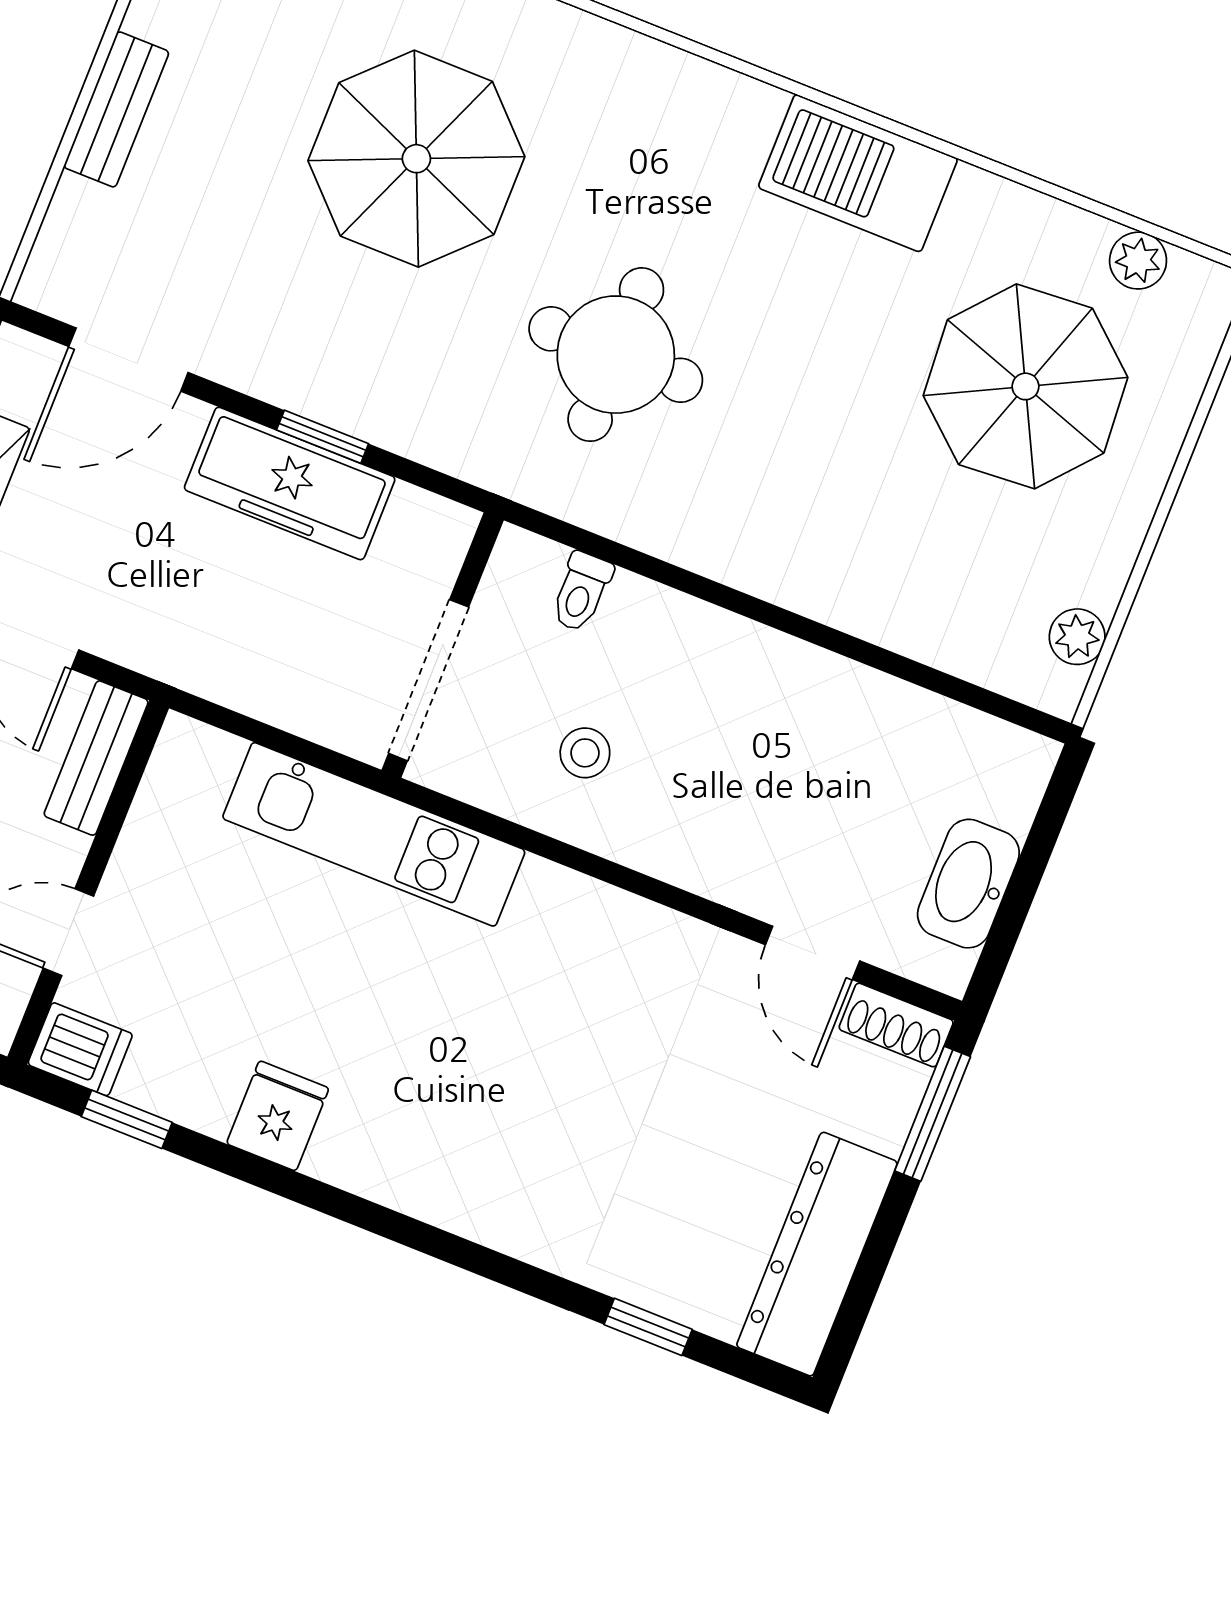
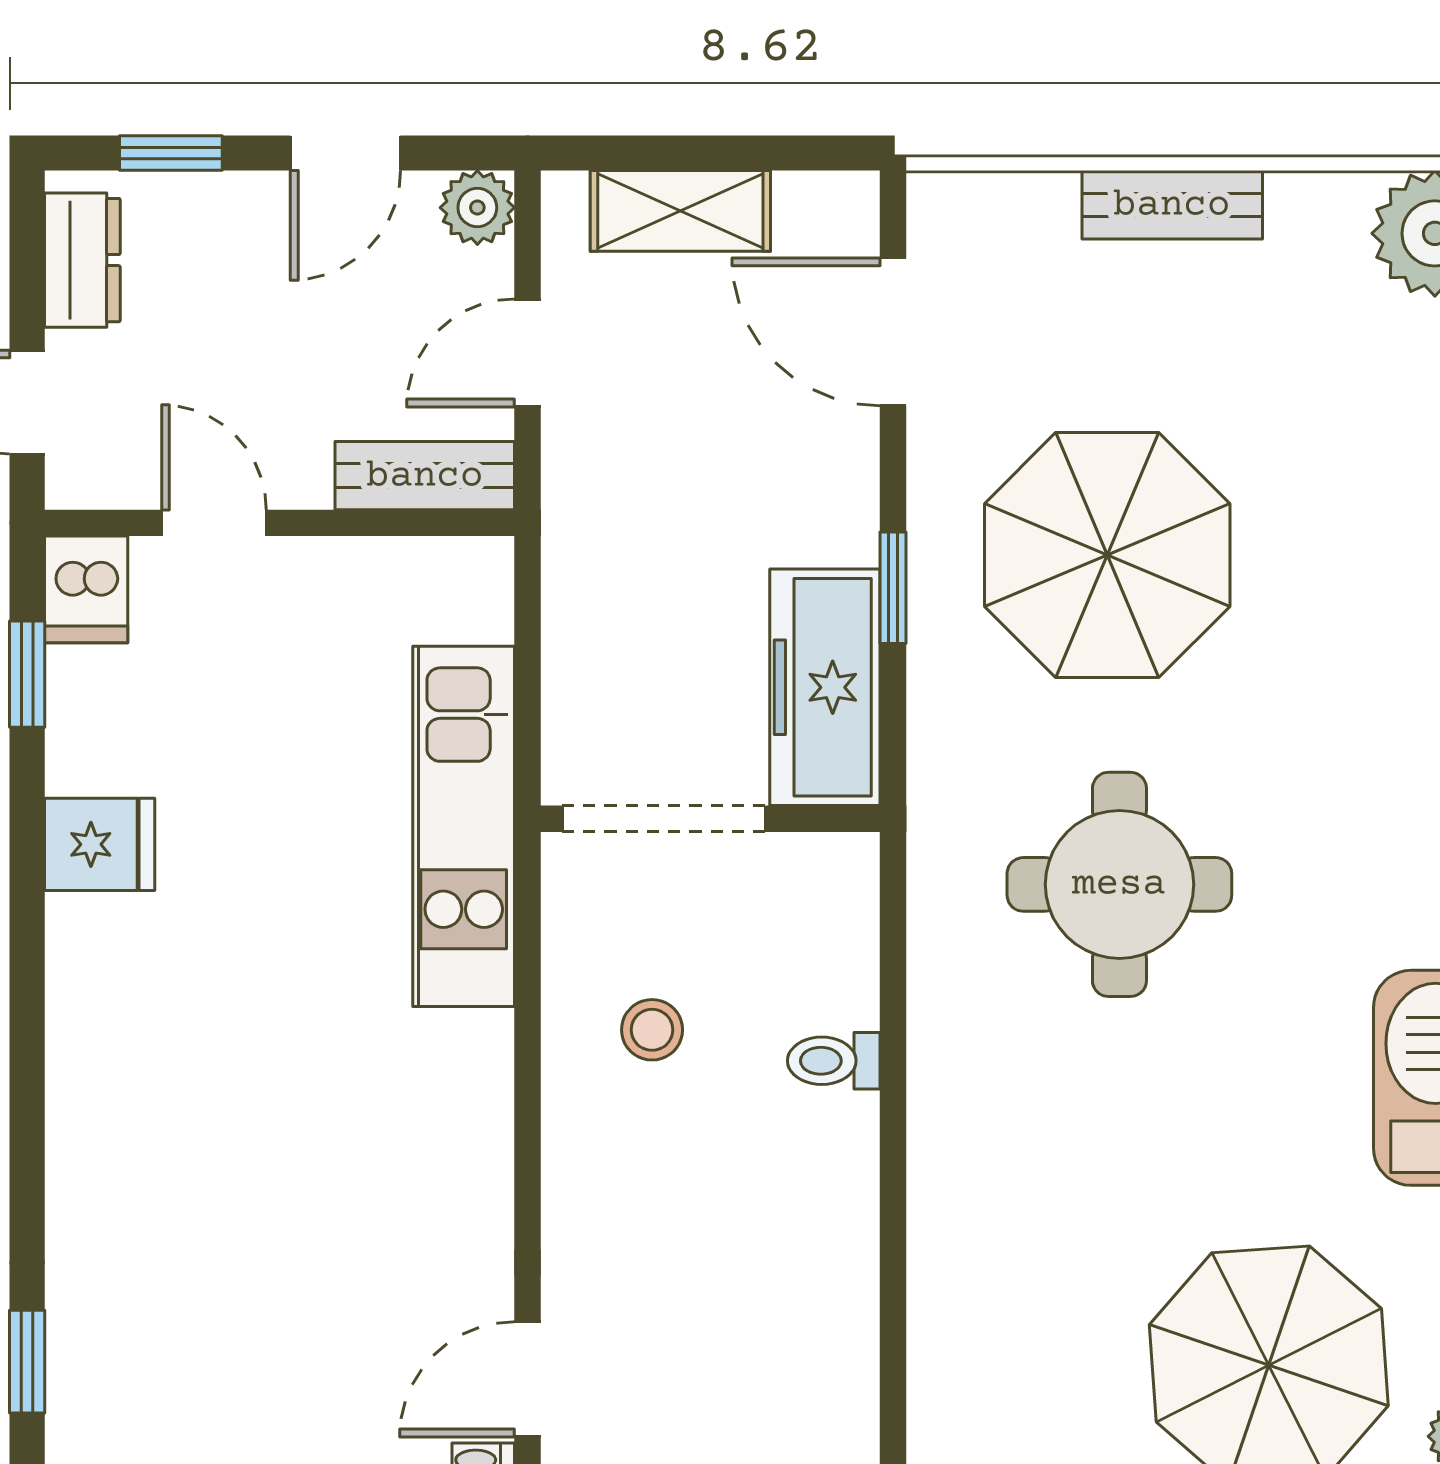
parasol: (416, 159) -> (1107, 555), moved
freezer: (290, 483) -> (825, 687), moved
toilet: (581, 592) -> (834, 1061), moved

